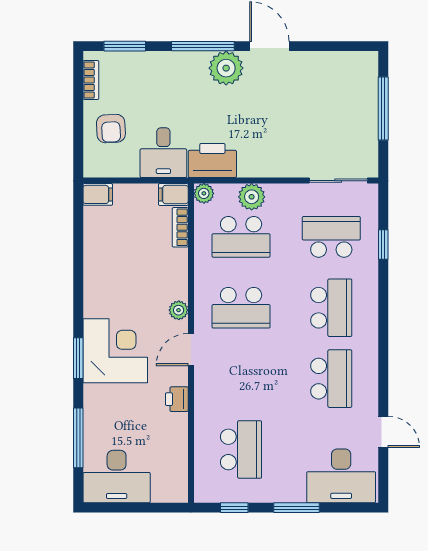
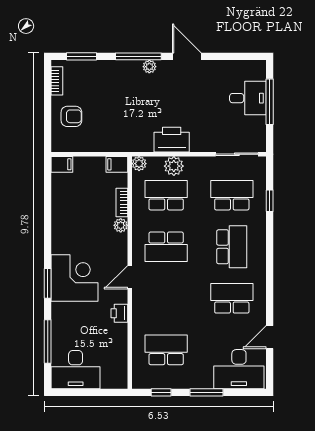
plant: (226, 68) -> (149, 67), width x0.53, depth x0.53
armchair: (111, 129) -> (71, 116), turned -87
desk: (163, 153) -> (248, 98), moved, turned -90
printer: (212, 161) -> (172, 140), moved
bookcase: (180, 227) -> (122, 203), moved
school desk: (241, 237) -> (166, 195), turned 180
plant: (179, 310) -> (121, 225), moved
school desk: (331, 379) -> (232, 298), turned -90
door: (383, 432) -> (270, 337), swing flipped
school desk: (241, 449) -> (166, 350), turned -90

